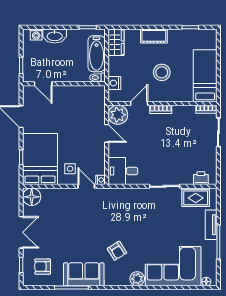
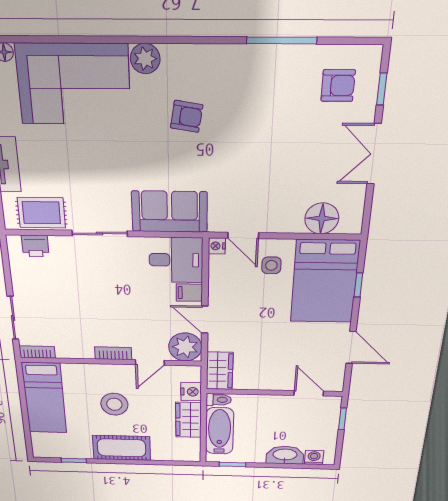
cot: (154, 36) -> (122, 448), width x1.37, depth x1.34
wardrobe: (116, 42) -> (188, 420), moved
wardrobe: (97, 99) -> (220, 371), added
filing cabinet: (116, 151) -> (189, 293), added
floor lamp: (32, 197) -> (322, 218), moved
armchair: (117, 251) -> (187, 116), turned 131
sofa: (84, 274) -> (169, 212), moved, turned 180

